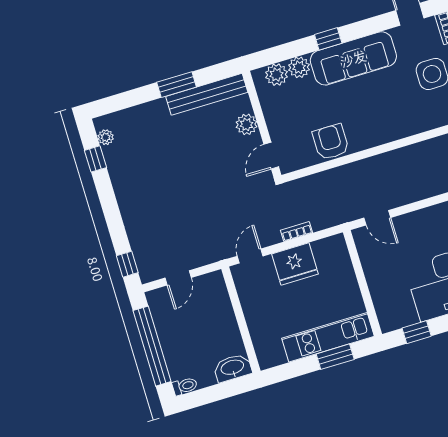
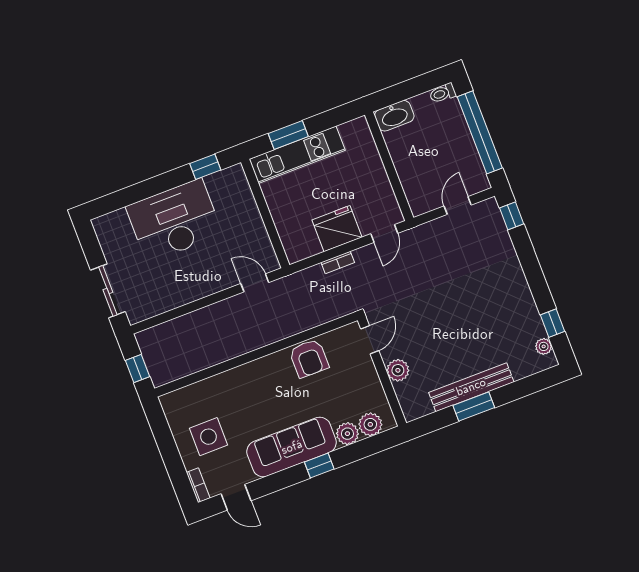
bench: (207, 94) -> (471, 387), moved

